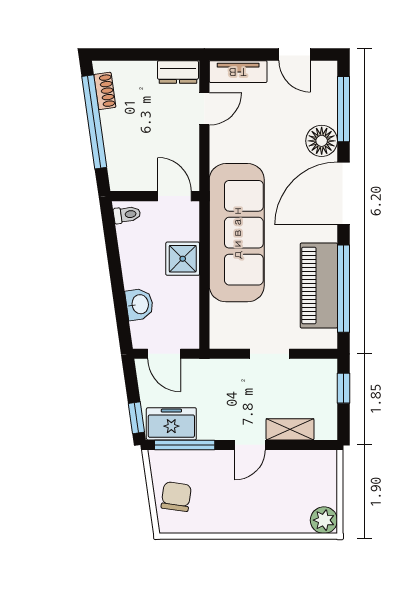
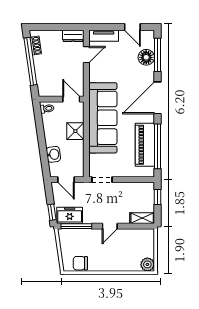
floor lamp: (322, 141) -> (146, 57), moved
doorway: (270, 354) -> (102, 180), moved
shelving: (290, 429) -> (142, 218), moved
chair: (176, 497) -> (80, 263), moved, turned -98

